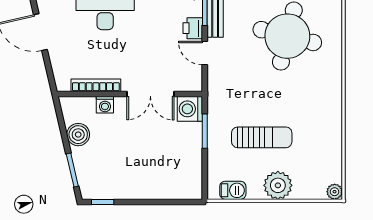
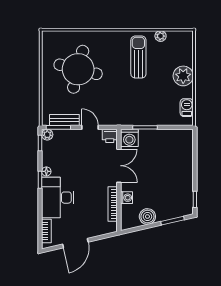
printer: (193, 28) -> (110, 136), moved
door: (205, 53) -> (90, 127), swing flipped
sun lounger: (262, 137) -> (138, 57), moved
plant: (335, 192) -> (161, 36), moved

